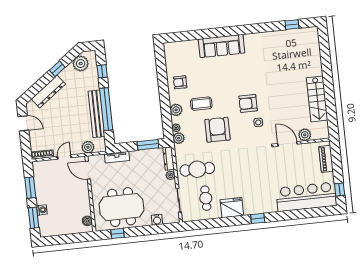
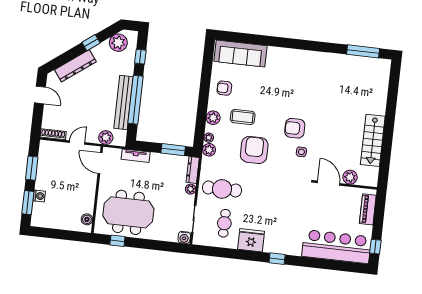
window: (292, 25) -> (363, 51), width x2.17
sofa: (222, 46) -> (240, 54), moved
water cooler: (157, 220) -> (184, 237), moved

